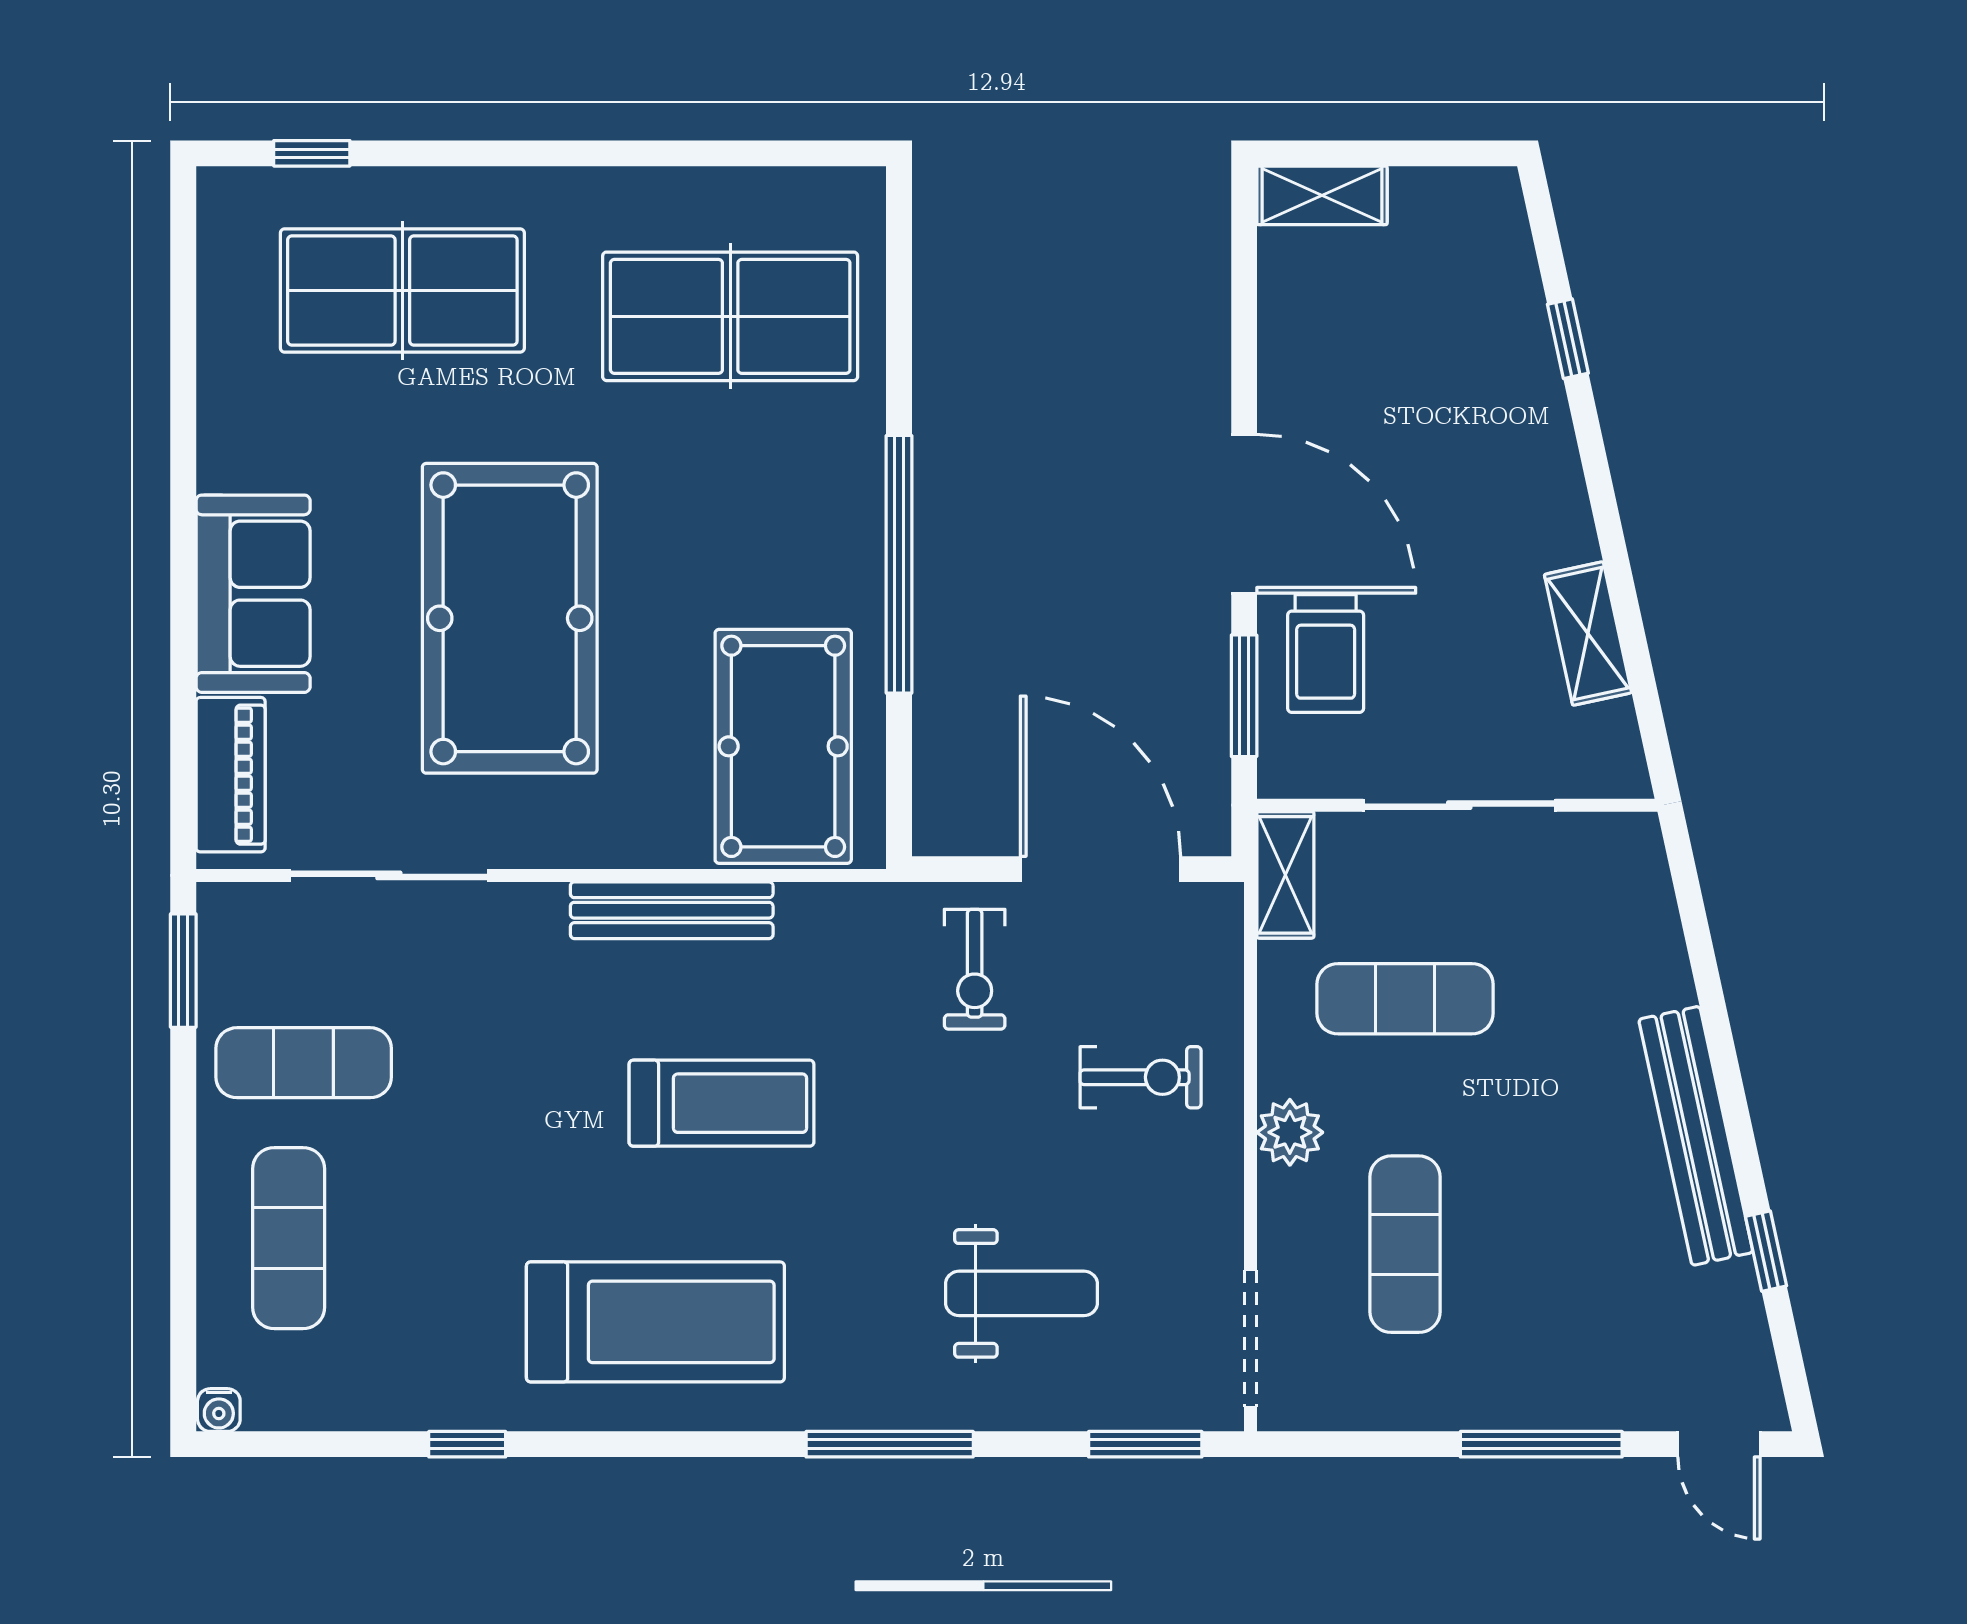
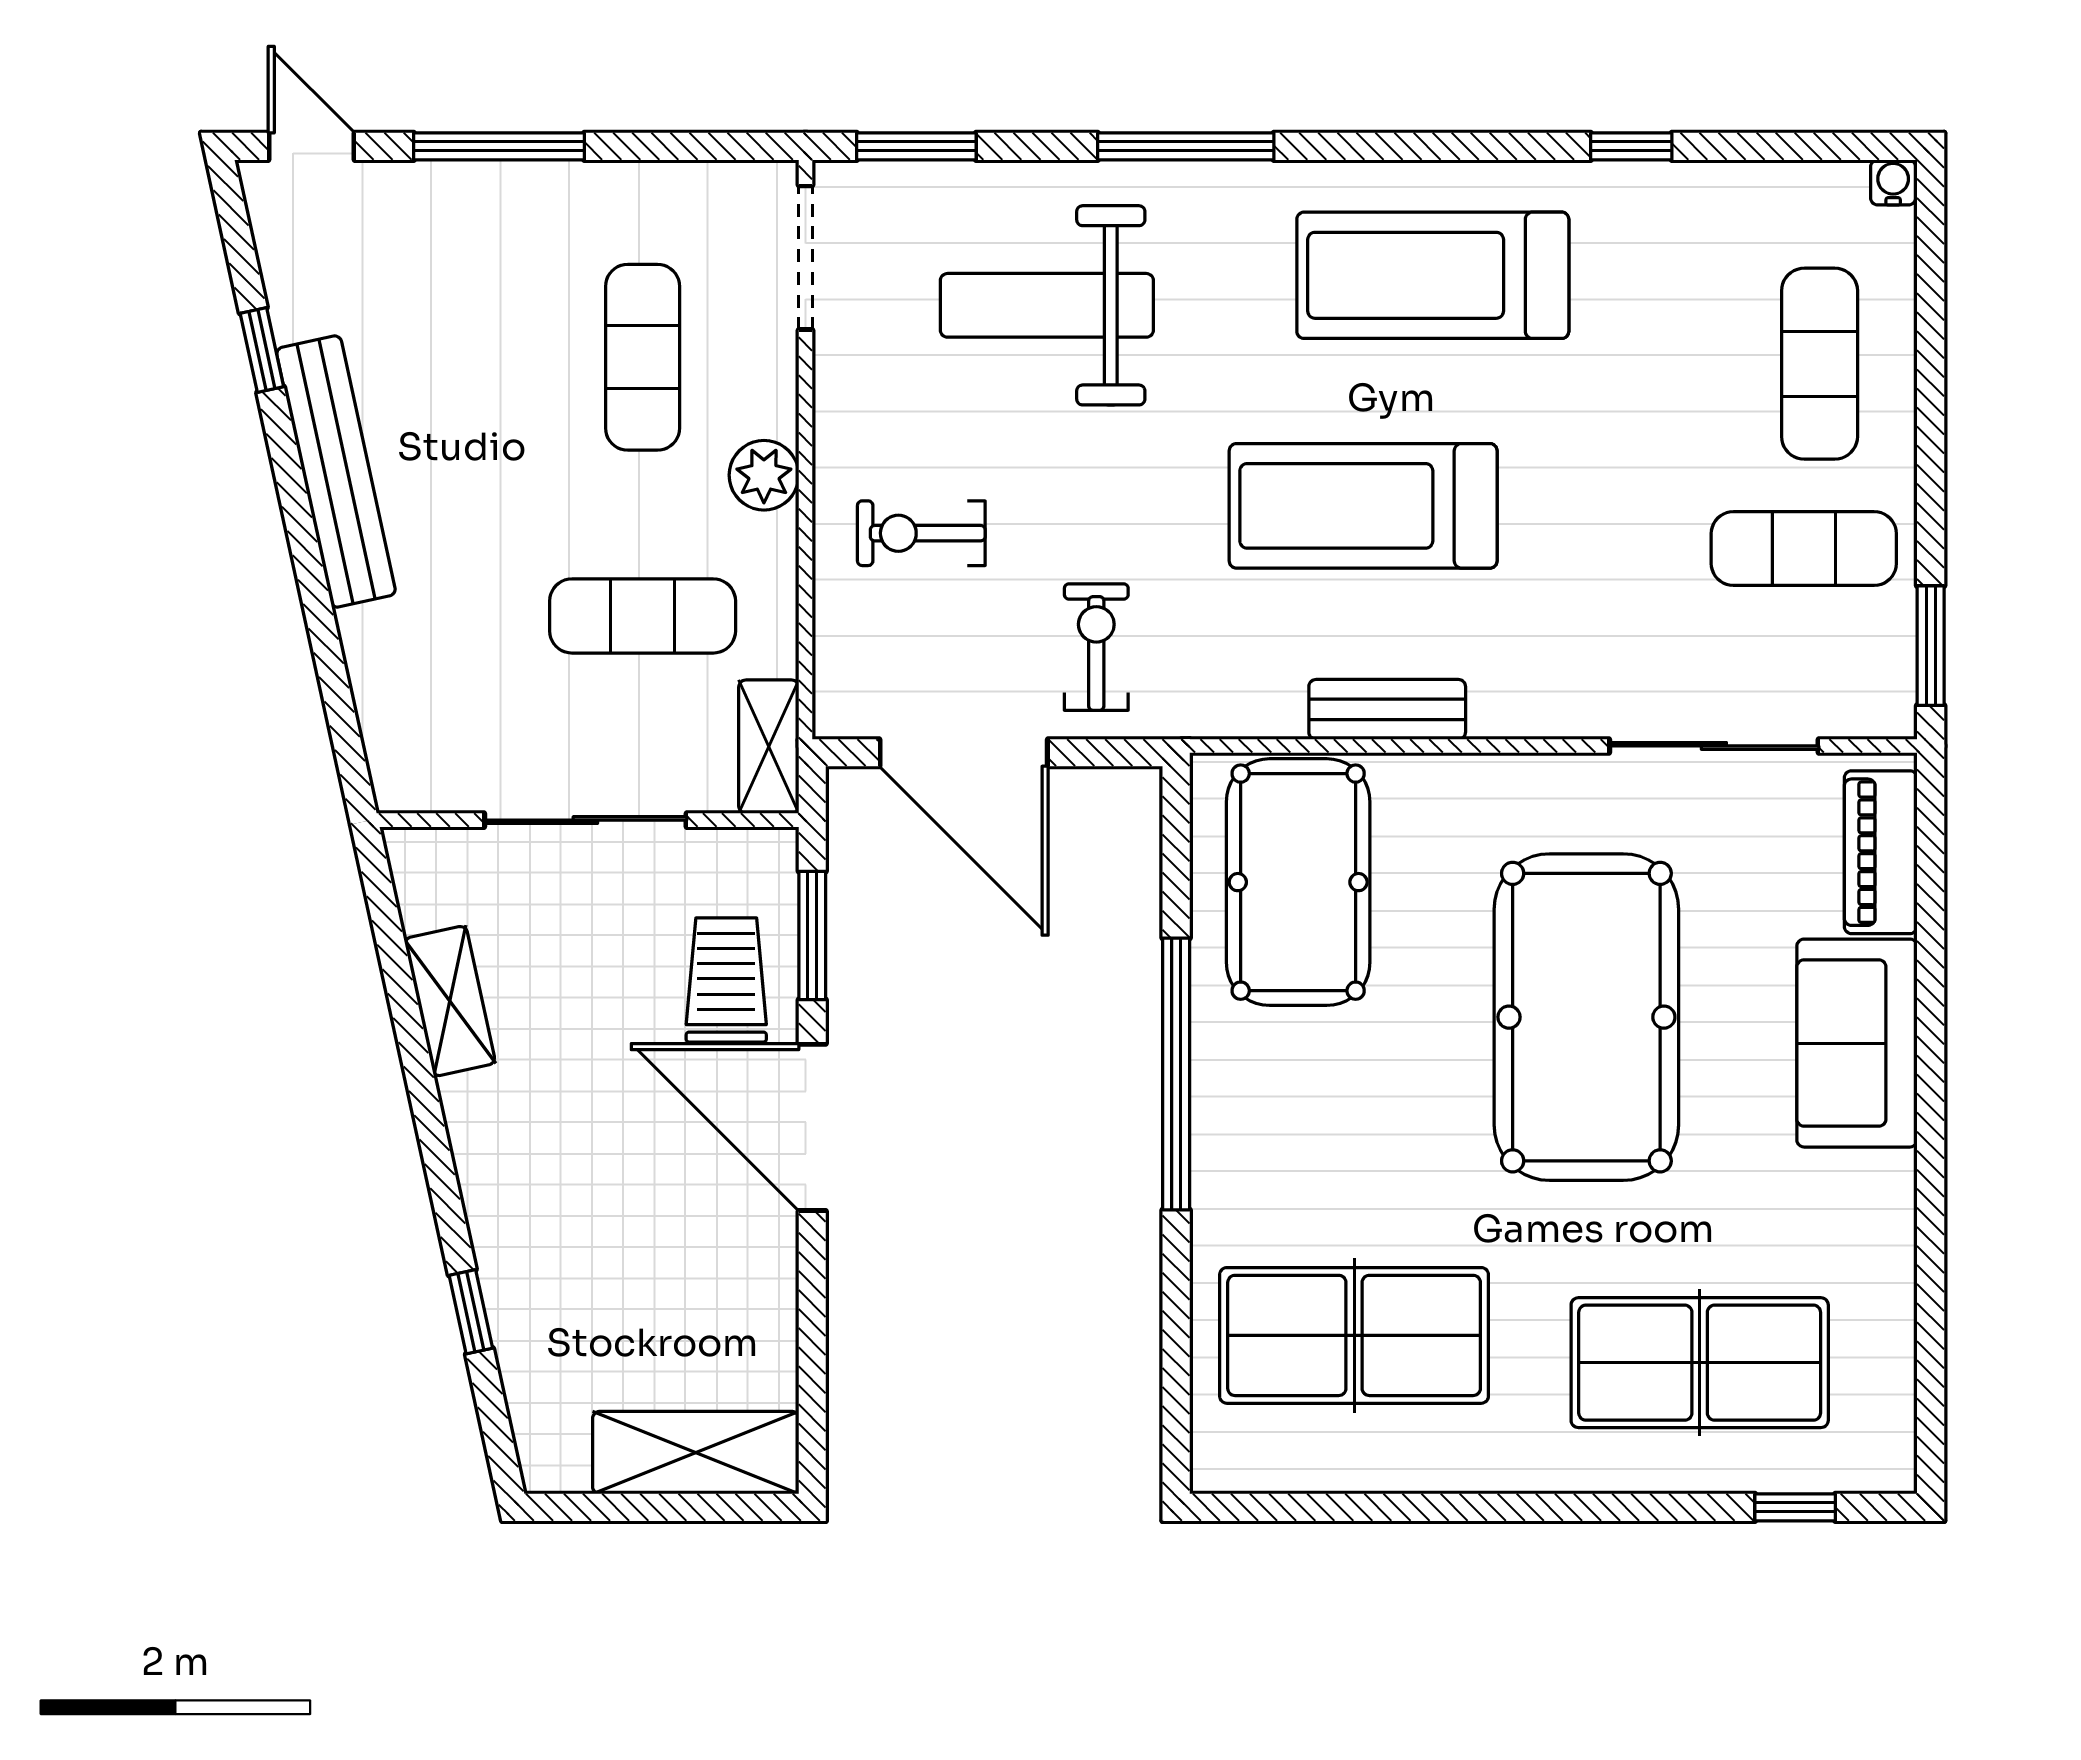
shelving: (1322, 195) -> (696, 1453), width x1.50, depth x1.33
bench: (672, 910) -> (1387, 709), width x0.73
treadmill: (722, 1103) -> (1363, 506), width x1.37, depth x1.38
weight bench: (1022, 1293) -> (1047, 305), width x1.36, depth x1.33

